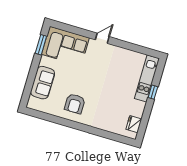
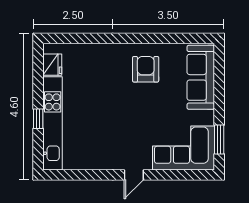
kitchen unit: (147, 78) -> (53, 123), width x1.36
sofa: (43, 83) -> (201, 77), width x1.36

